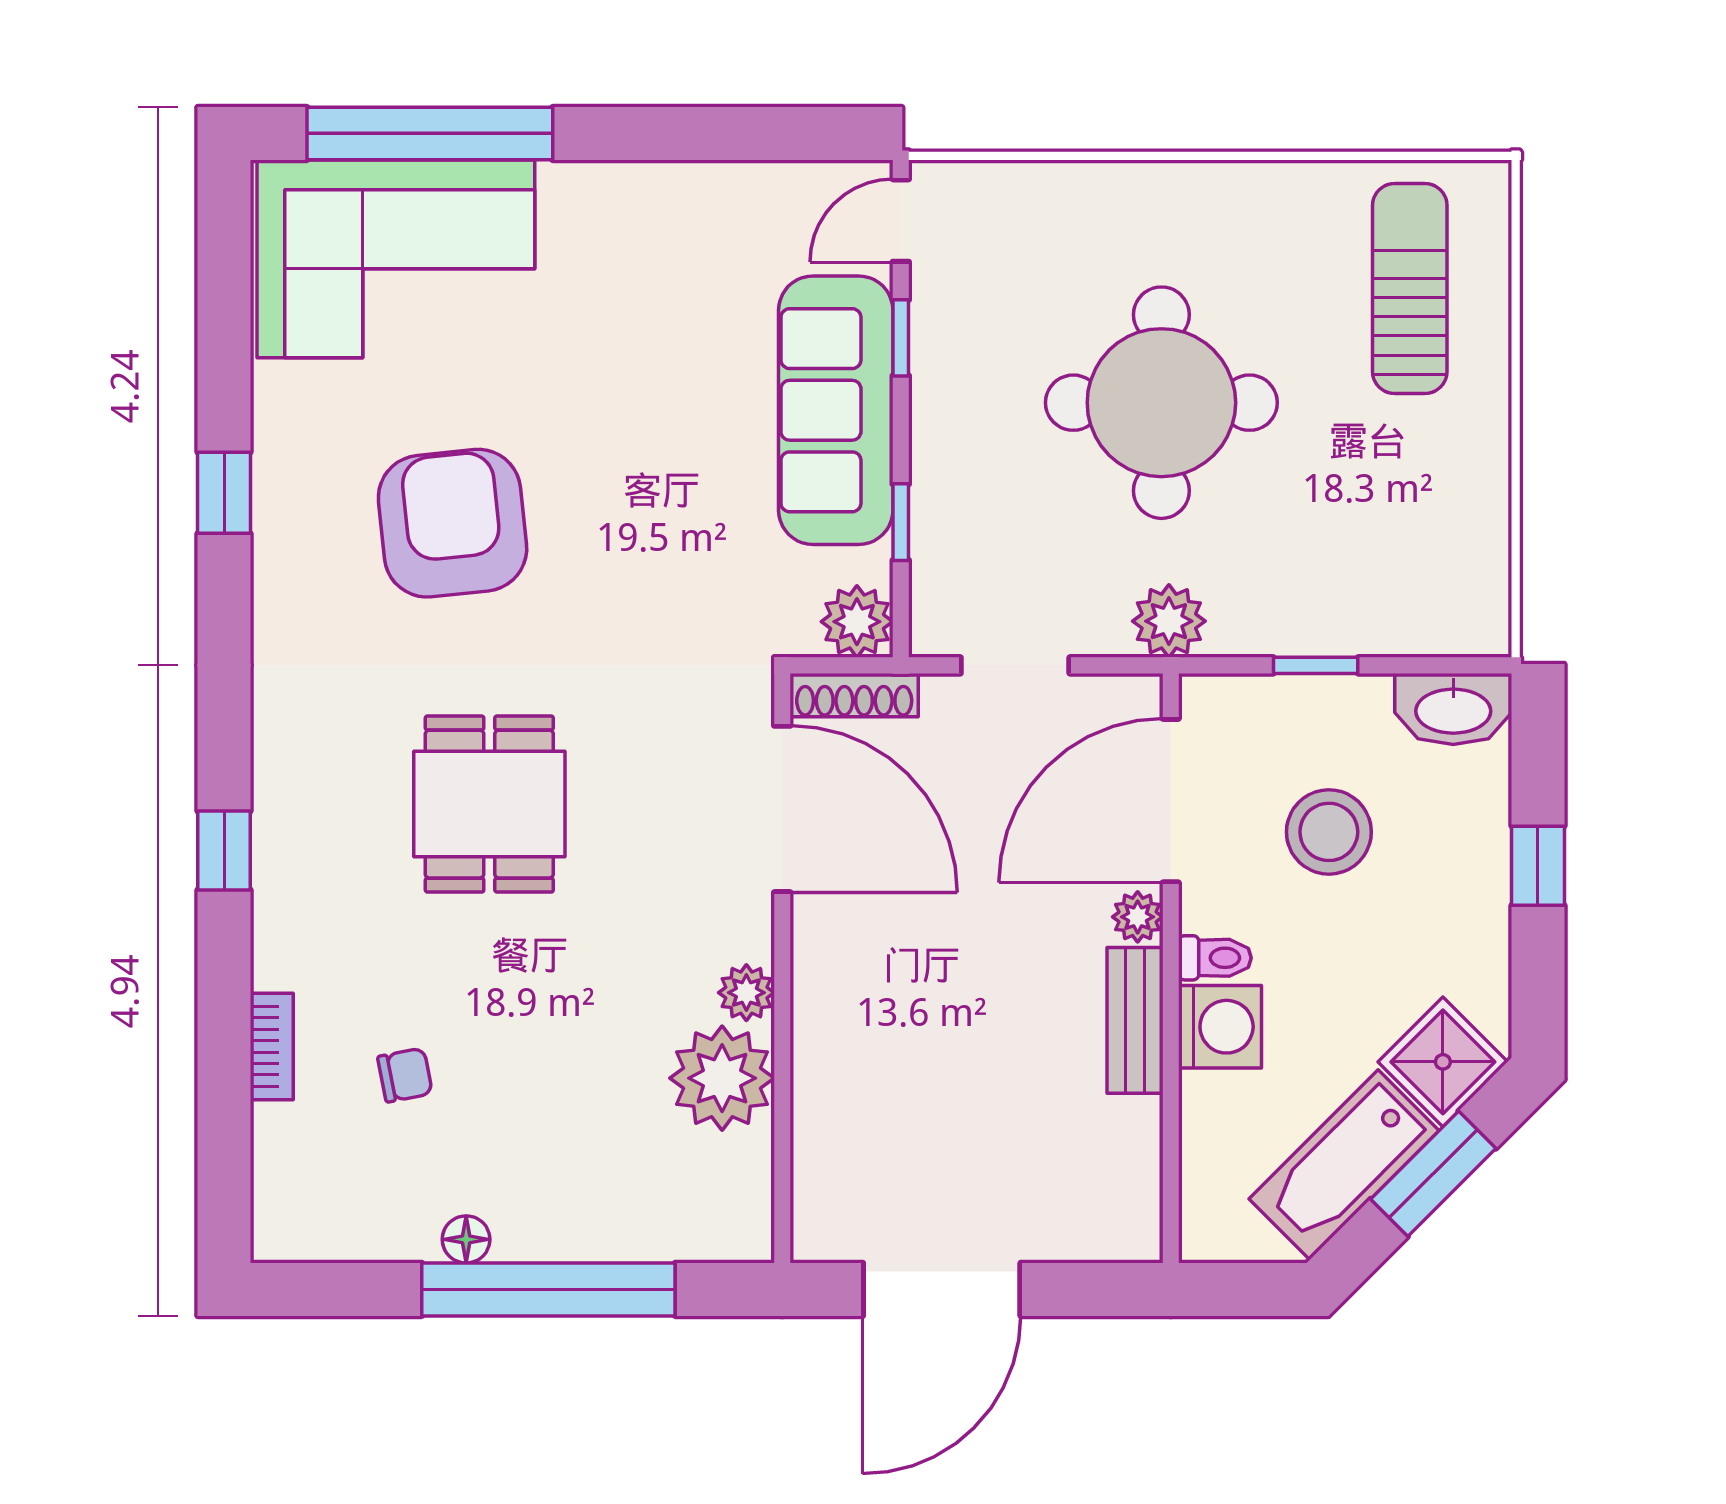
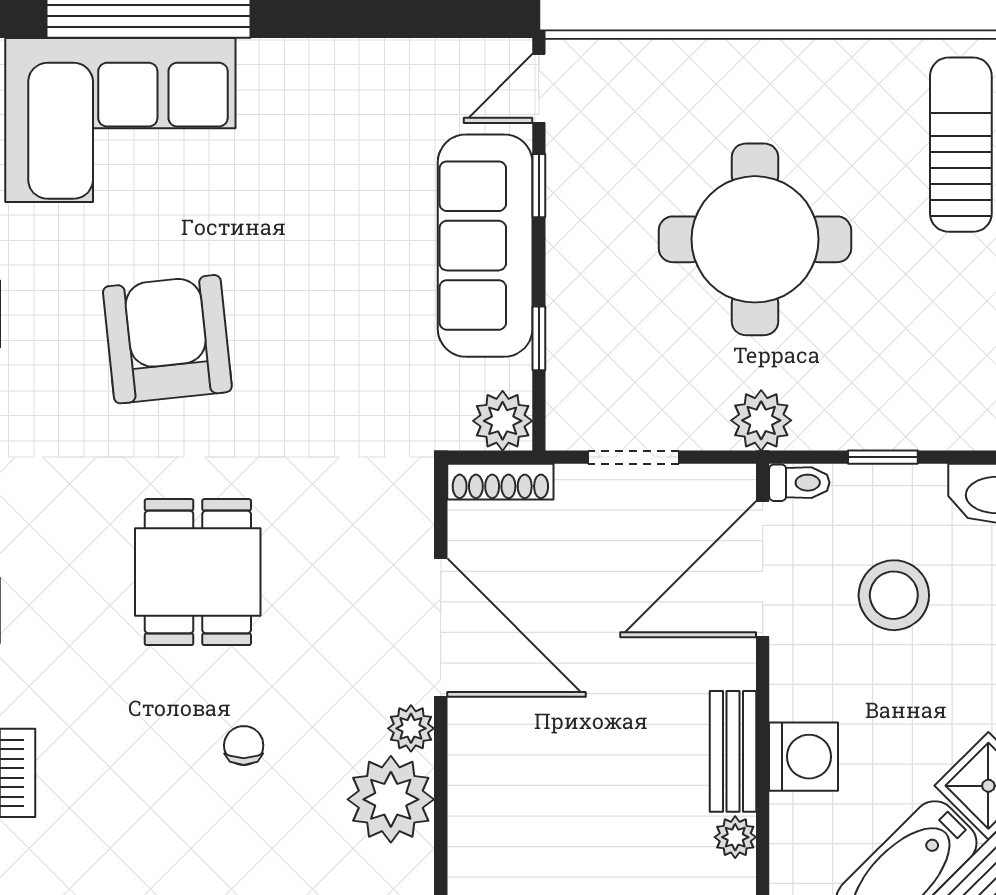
door: (782, 809) -> (441, 628), moved
plant: (1138, 917) -> (735, 837), moved
toilet: (1215, 958) -> (799, 483), moved
chair: (405, 1075) -> (244, 746), moved, turned -79

